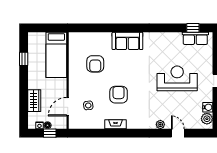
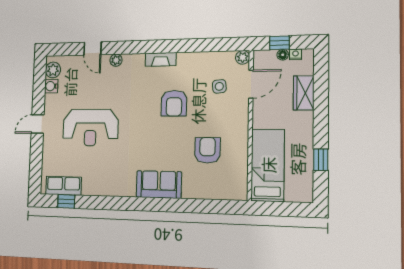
plant: (73, 124) -> (243, 57), added
fireplace: (115, 124) -> (161, 59), moved

